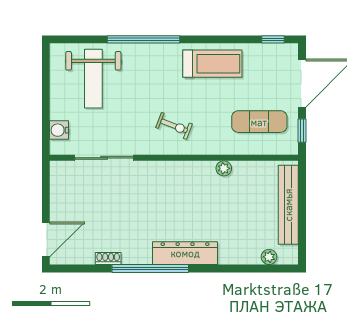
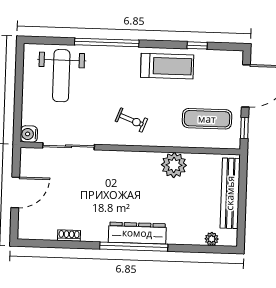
window: (273, 39) -> (197, 45), moved
water cooler: (59, 130) -> (29, 134), moved
plant: (224, 168) -> (174, 165), width x1.88, depth x1.88
door: (46, 239) -> (15, 192), moved
window: (150, 268) -> (134, 247), moved

